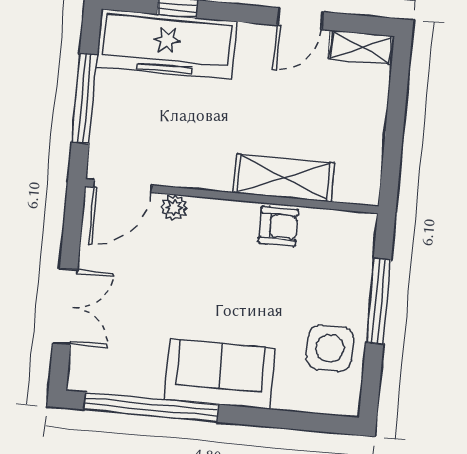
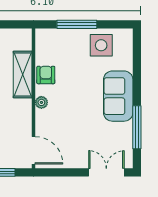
plant: (174, 207) -> (41, 102), moved
double door: (65, 307) -> (106, 172), moved
window: (151, 407) -> (137, 127), width x0.68

